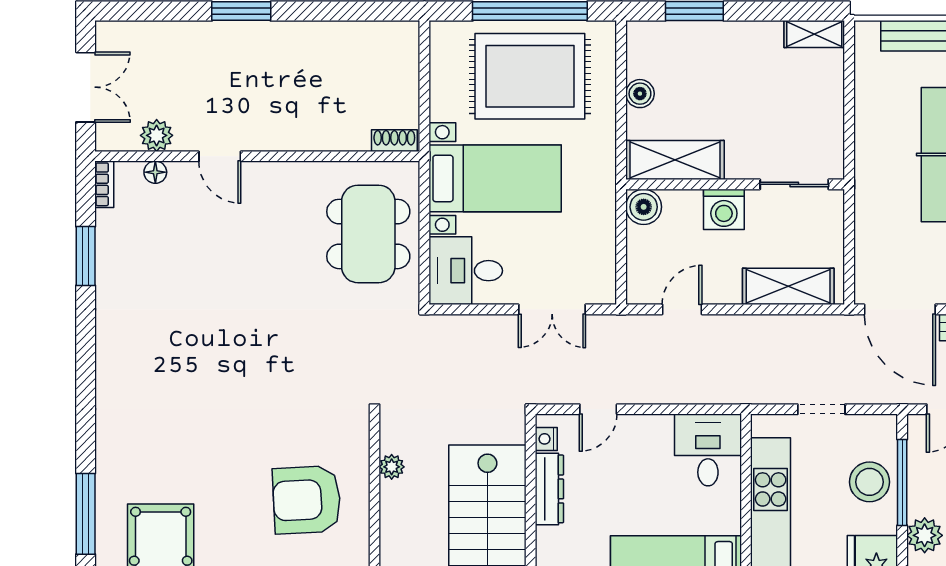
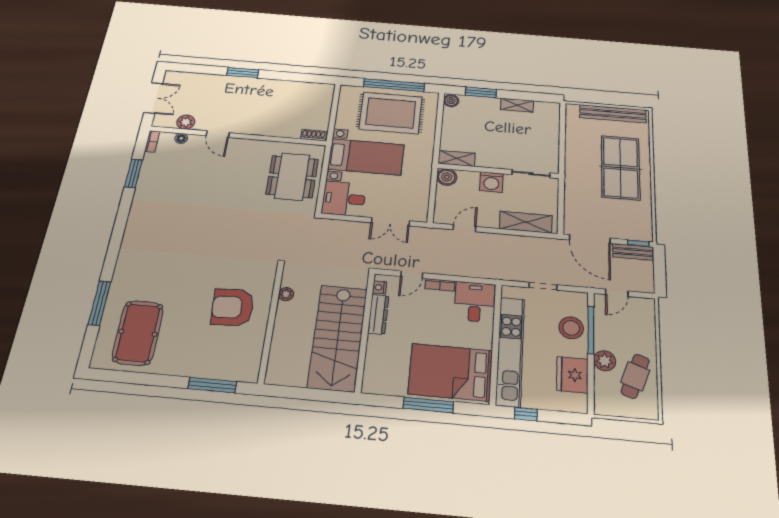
shelving: (814, 34) -> (517, 105), moved
boiler: (640, 94) -> (451, 101), moved
shelving: (675, 160) -> (457, 158), width x0.67, depth x0.75
bookcase: (647, 424) -> (440, 285), added

